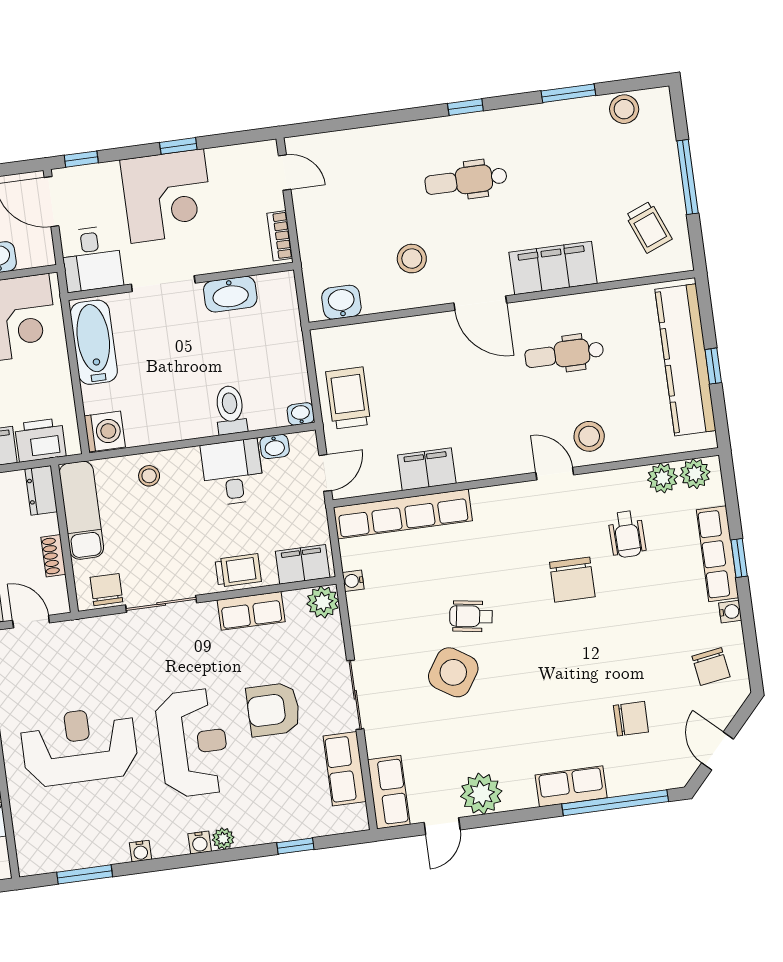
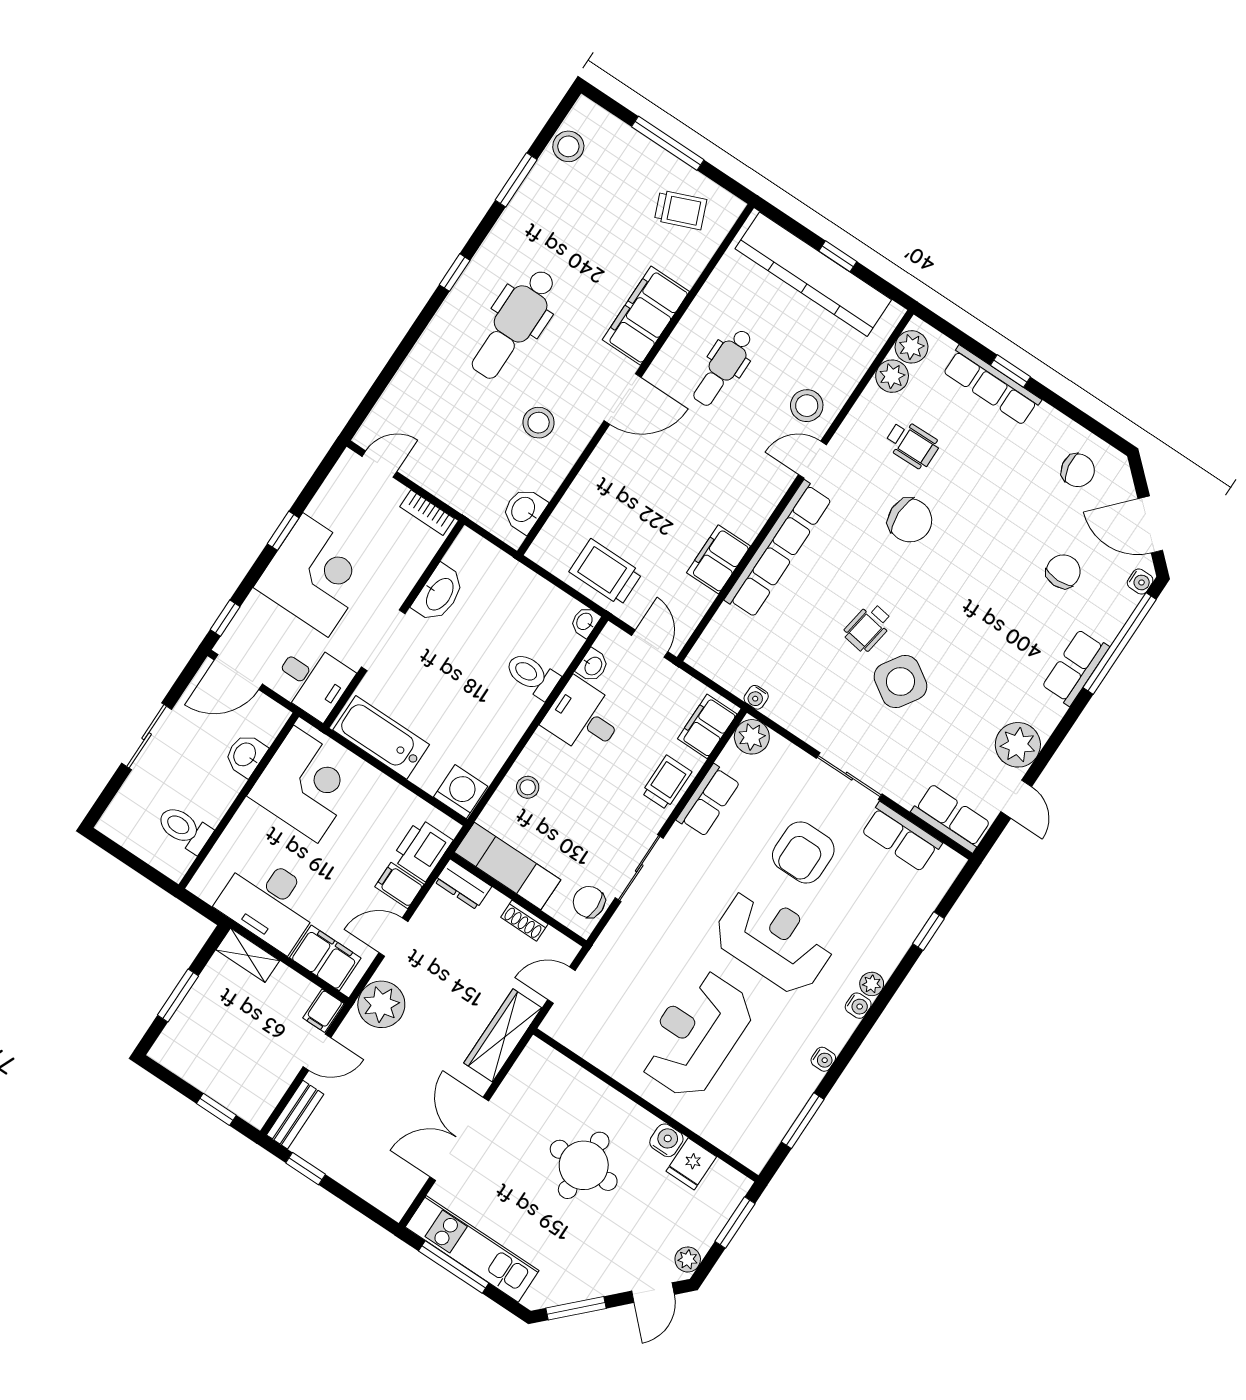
dental chair: (466, 180) -> (514, 324), width x1.36, depth x1.38
row of seats: (403, 514) -> (778, 549), moved
water cooler: (730, 612) -> (1140, 582), moved, turned 90
door: (718, 751) -> (1150, 525), width x1.38

